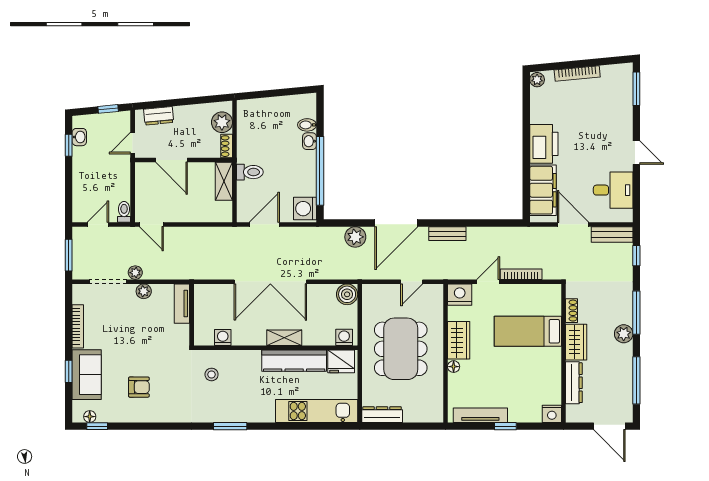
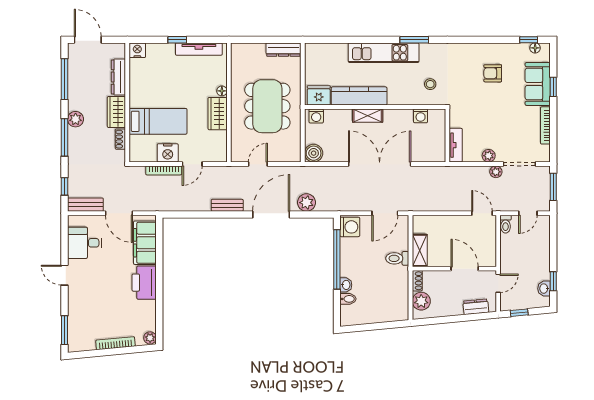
nightstand: (460, 295) -> (168, 153), moved
kitchen unit: (317, 411) -> (384, 53), moved

